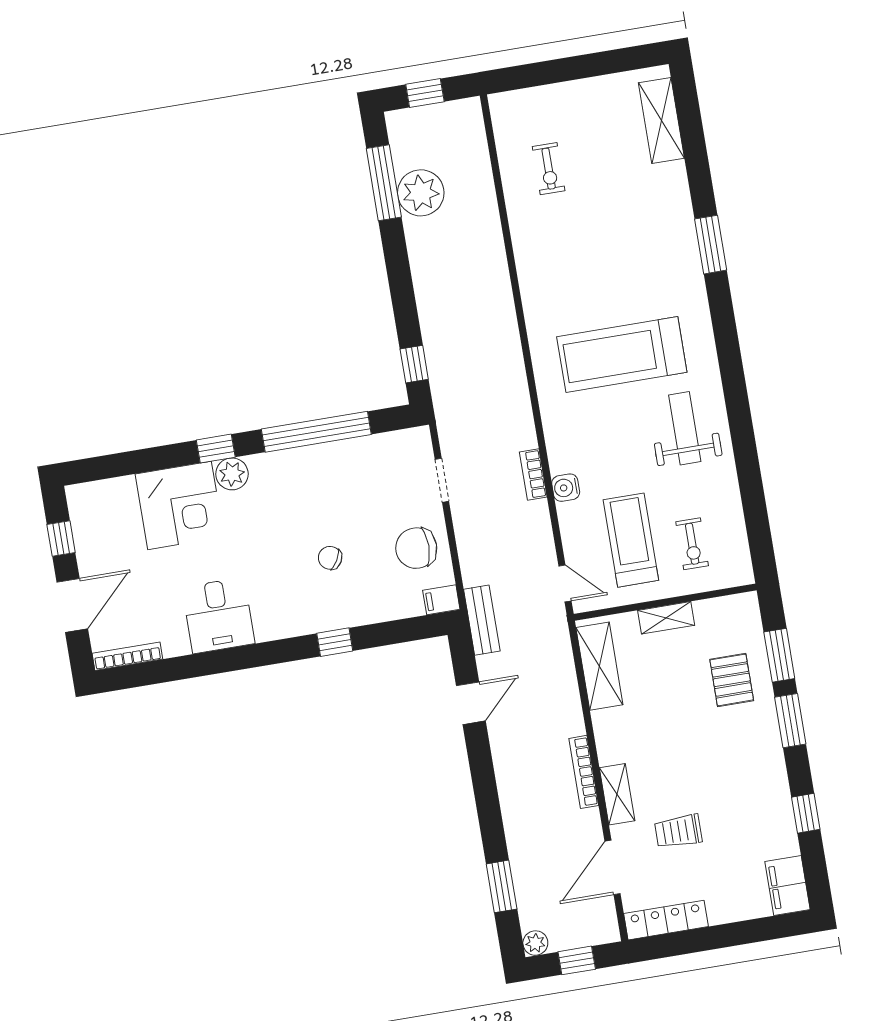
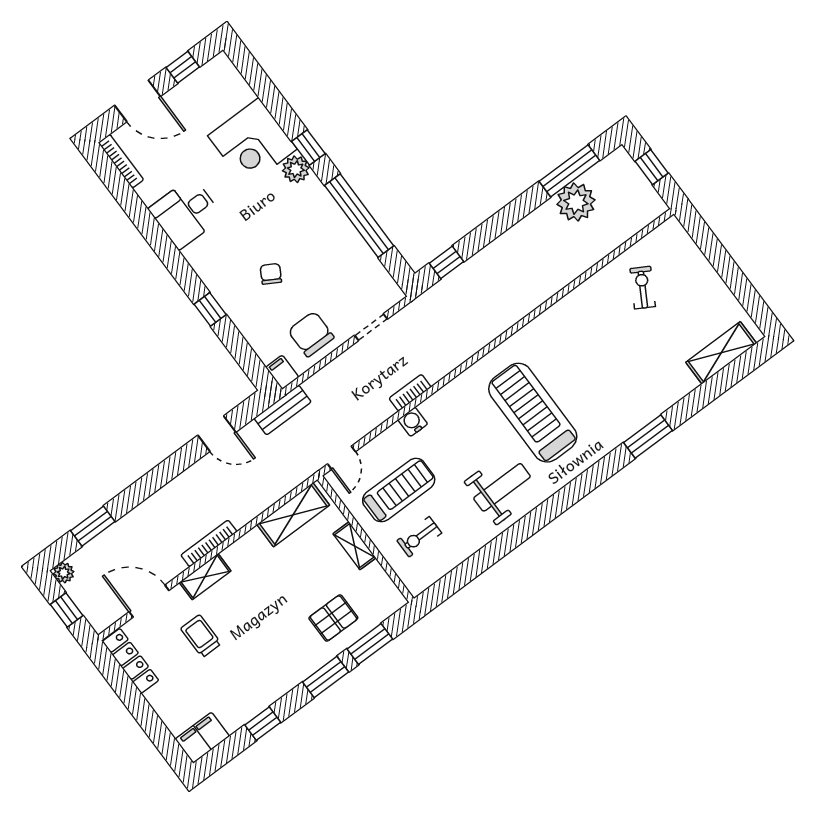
exercise bike: (549, 169) -> (643, 288), turned 120

